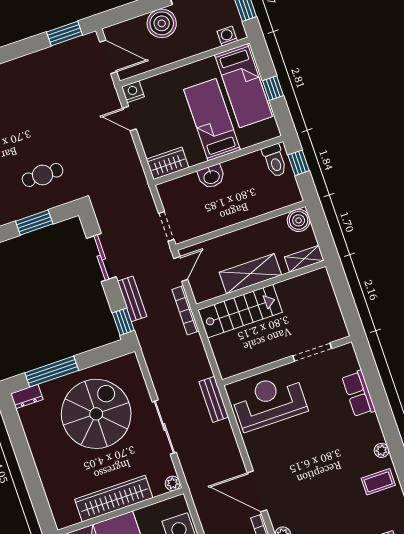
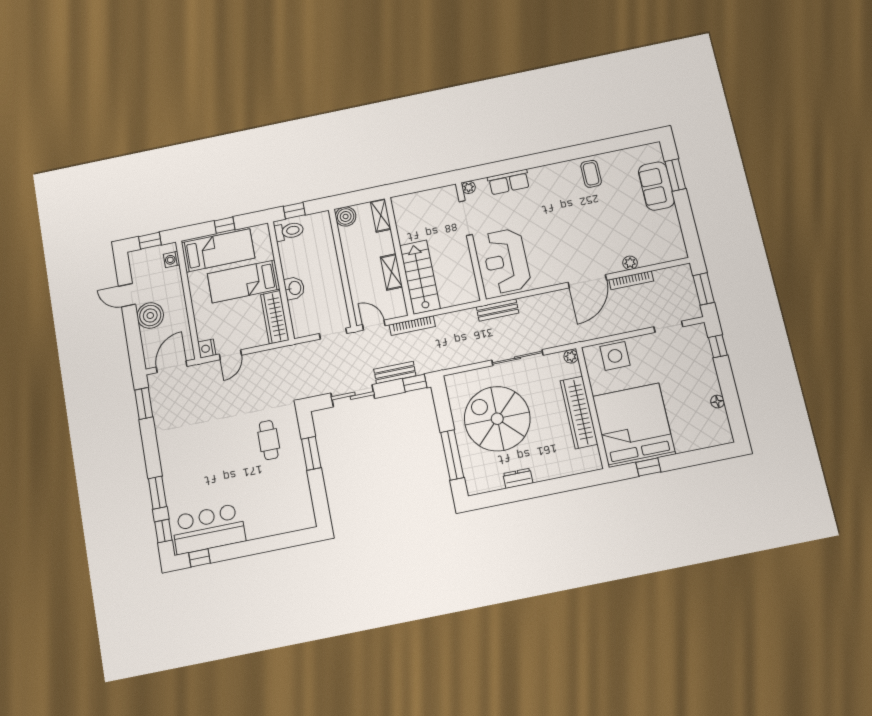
wardrobe: (168, 163) -> (275, 317), width x1.50
shelving: (250, 274) -> (391, 272), width x0.67, depth x0.75
dresser: (27, 397) -> (518, 478), moved, turned -90
plant: (382, 450) -> (469, 187), moved

